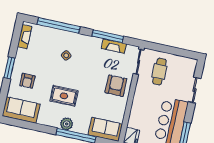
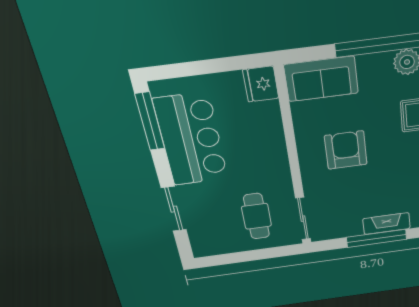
fireplace: (114, 46) -> (387, 224), moved
armchair: (116, 86) -> (346, 150), moved, turned 180

